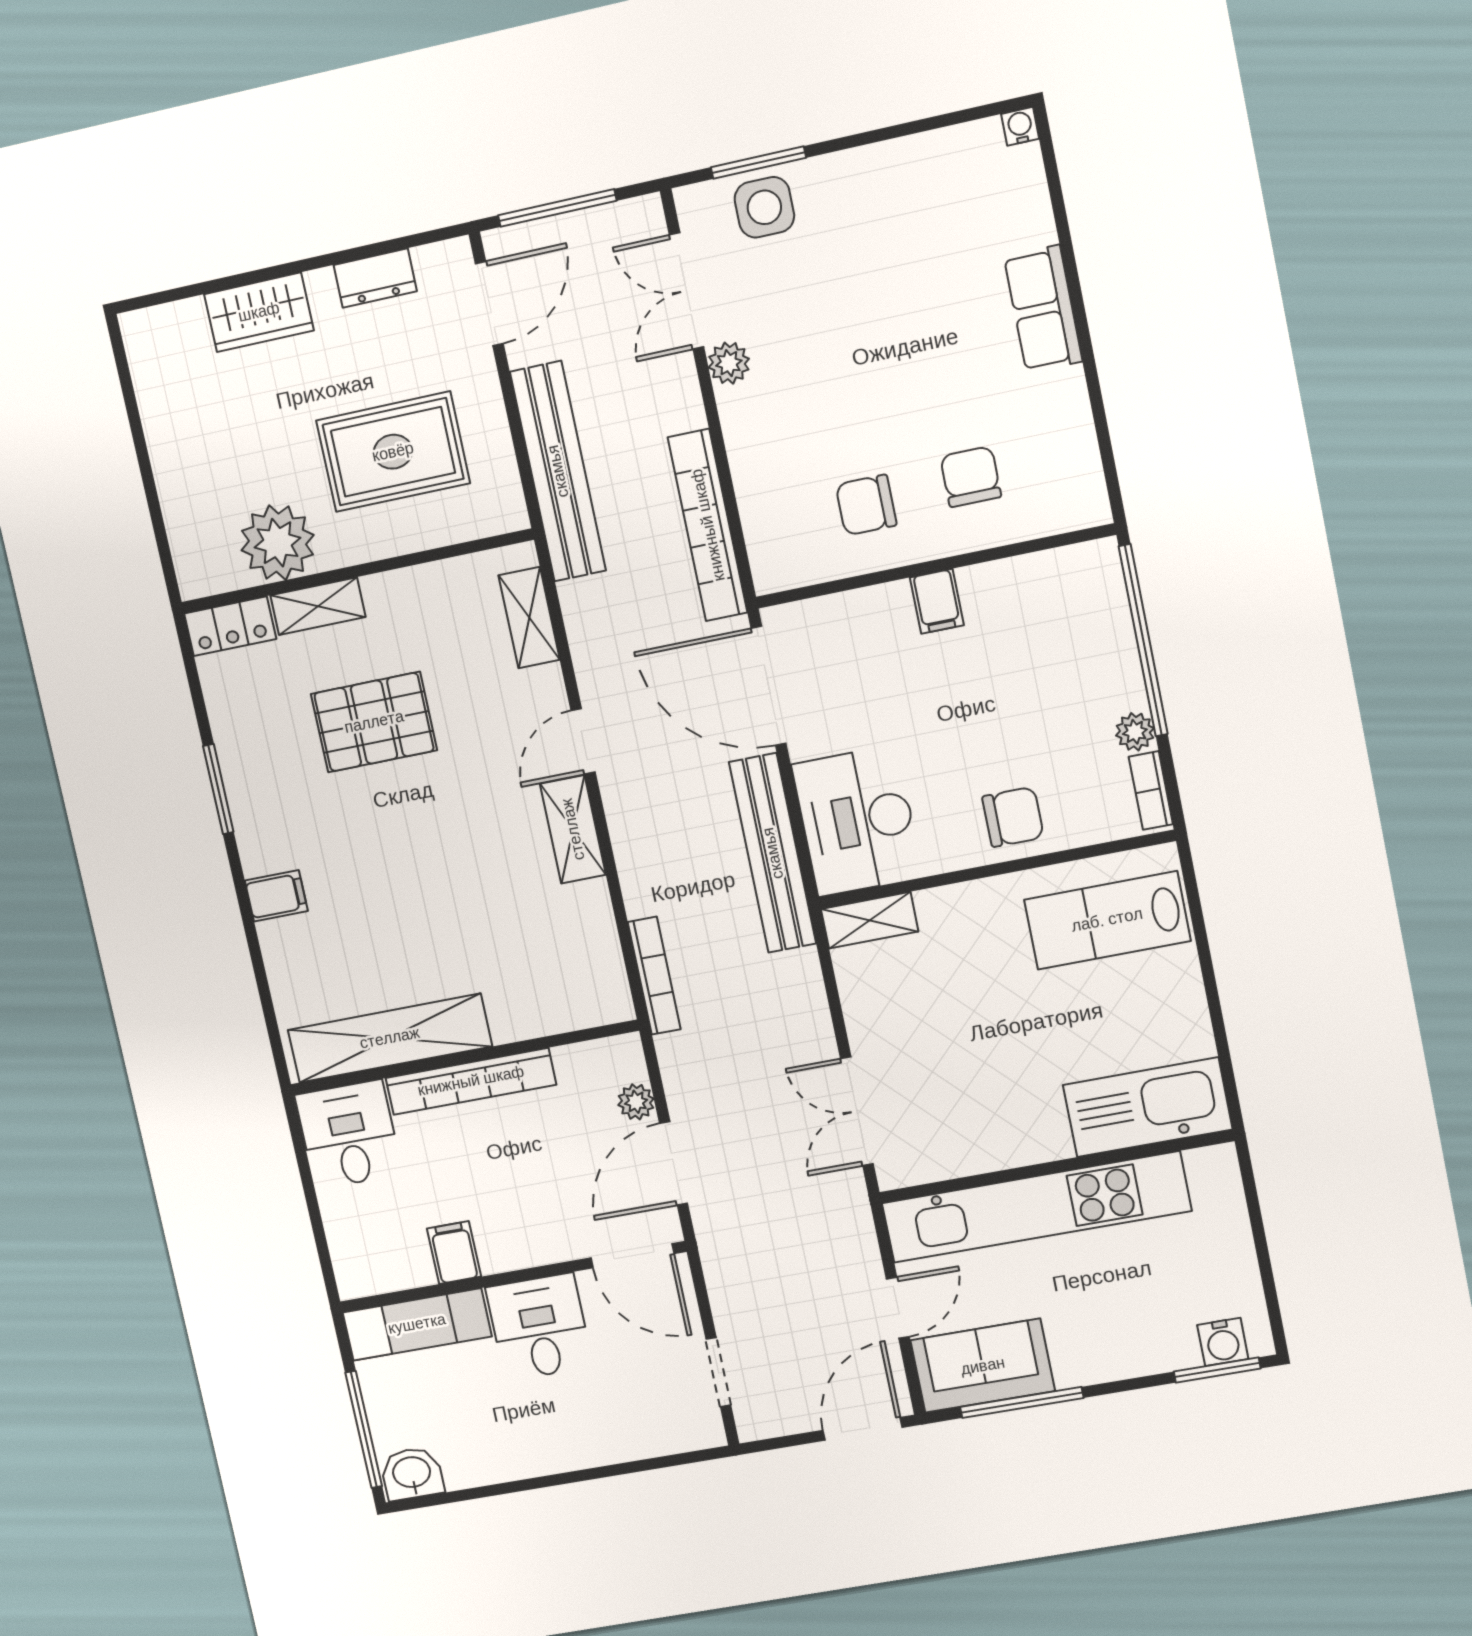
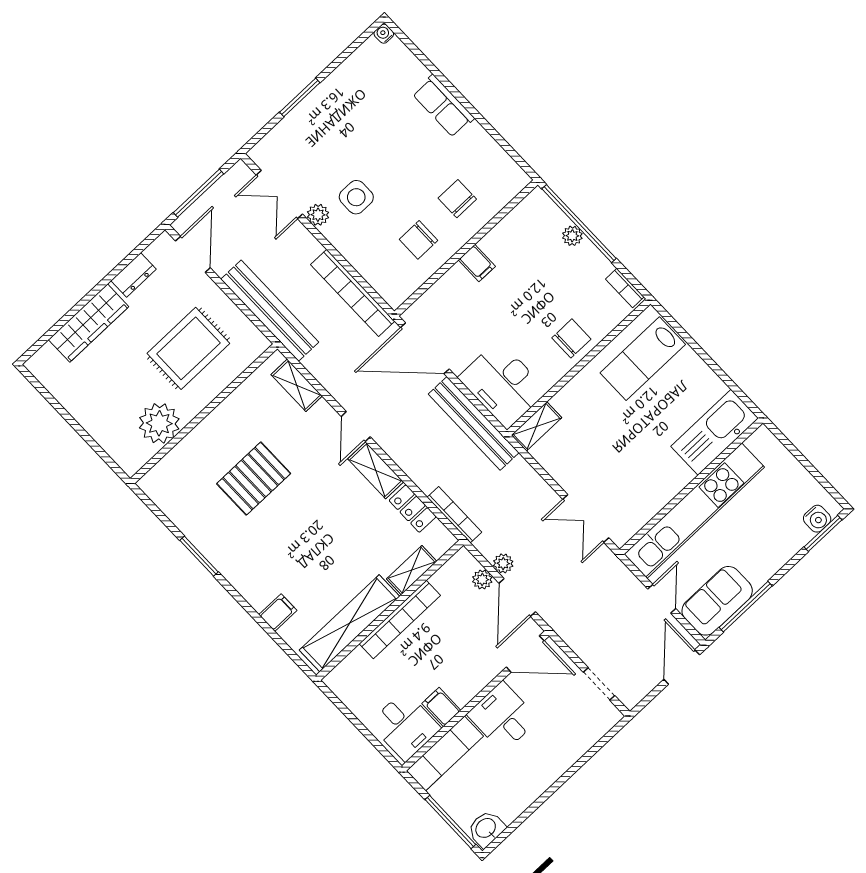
window: (758, 163) -> (300, 97), moved
side table: (764, 207) -> (356, 197), moved
wardrobe: (259, 312) -> (89, 323), width x1.50
shelving: (318, 606) -> (412, 570), moved
locker: (230, 626) -> (413, 509), moved, turned 90
plant: (1135, 732) -> (572, 236), moved
filing cabinet: (276, 896) -> (278, 613), moved
plant: (684, 1098) -> (503, 563), added
desk: (349, 1135) -> (405, 726), moved, turned 180

